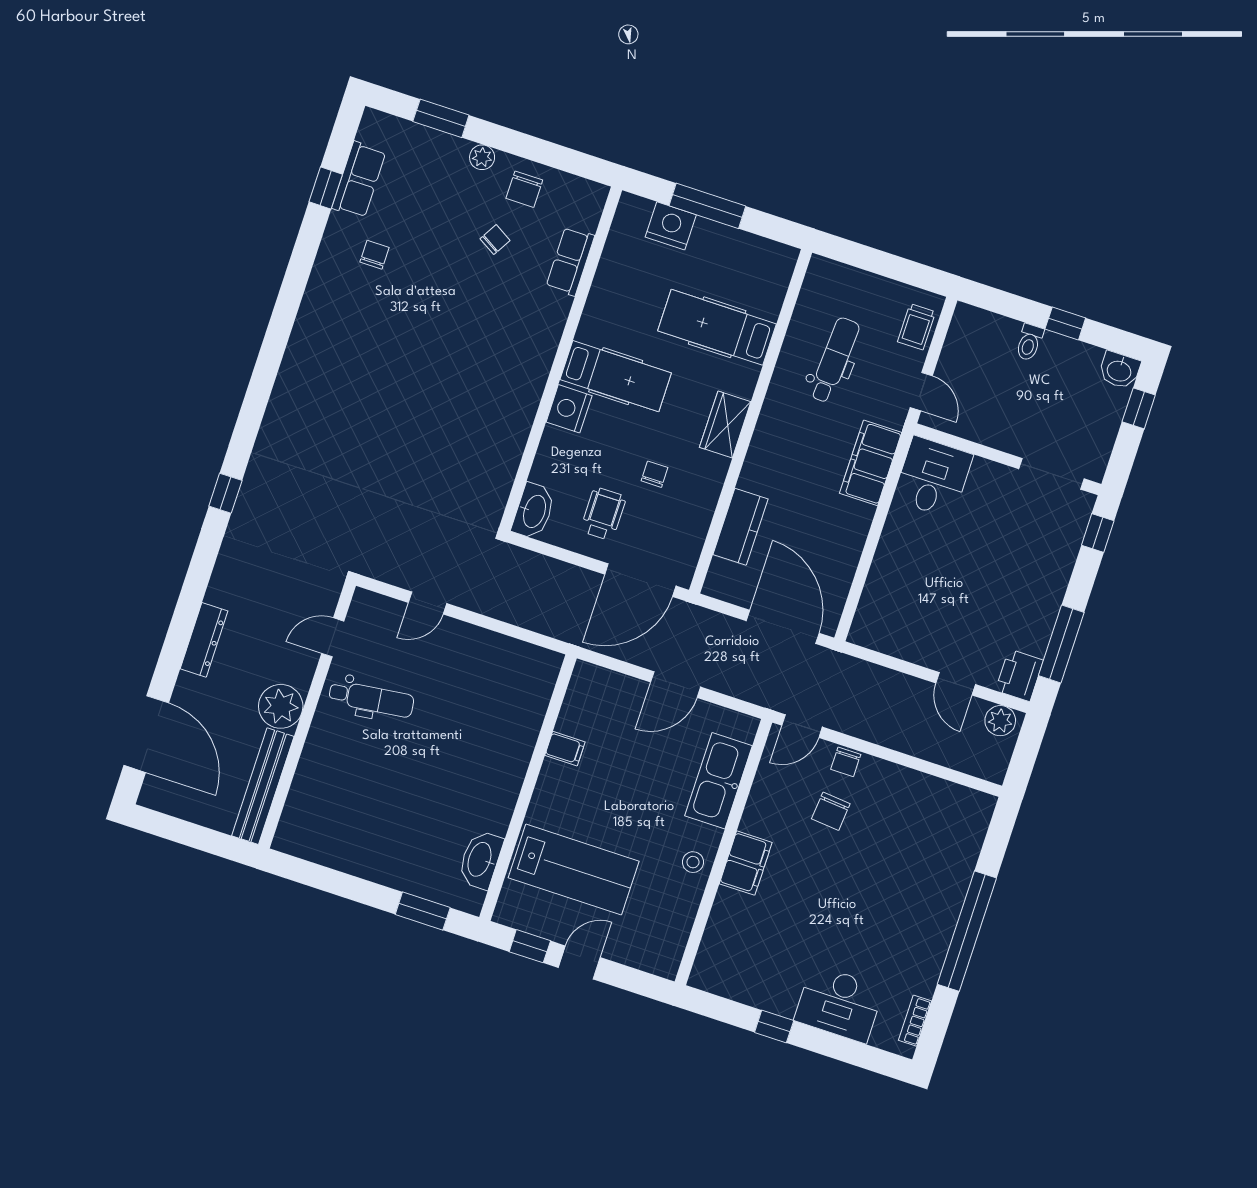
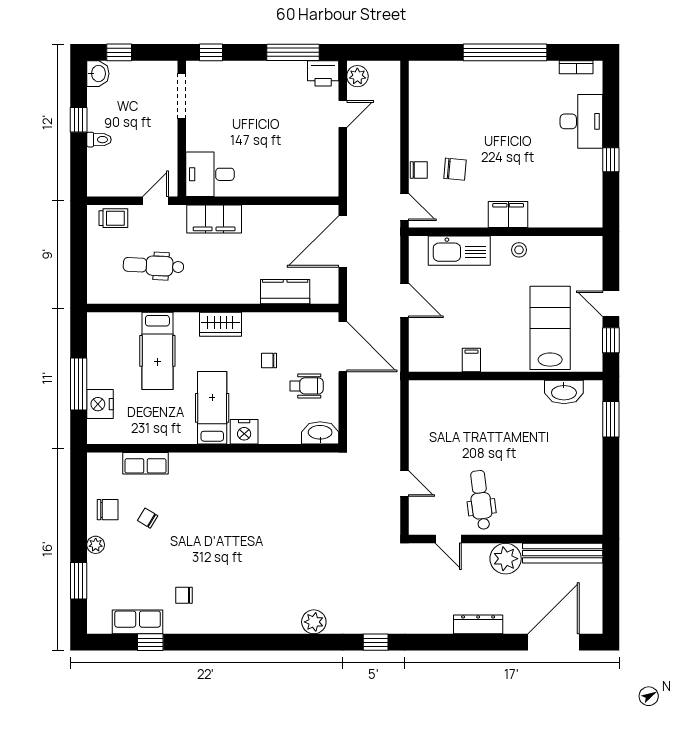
plant: (281, 419) -> (314, 622), added
wheelchair: (603, 514) -> (307, 386), turned 180

